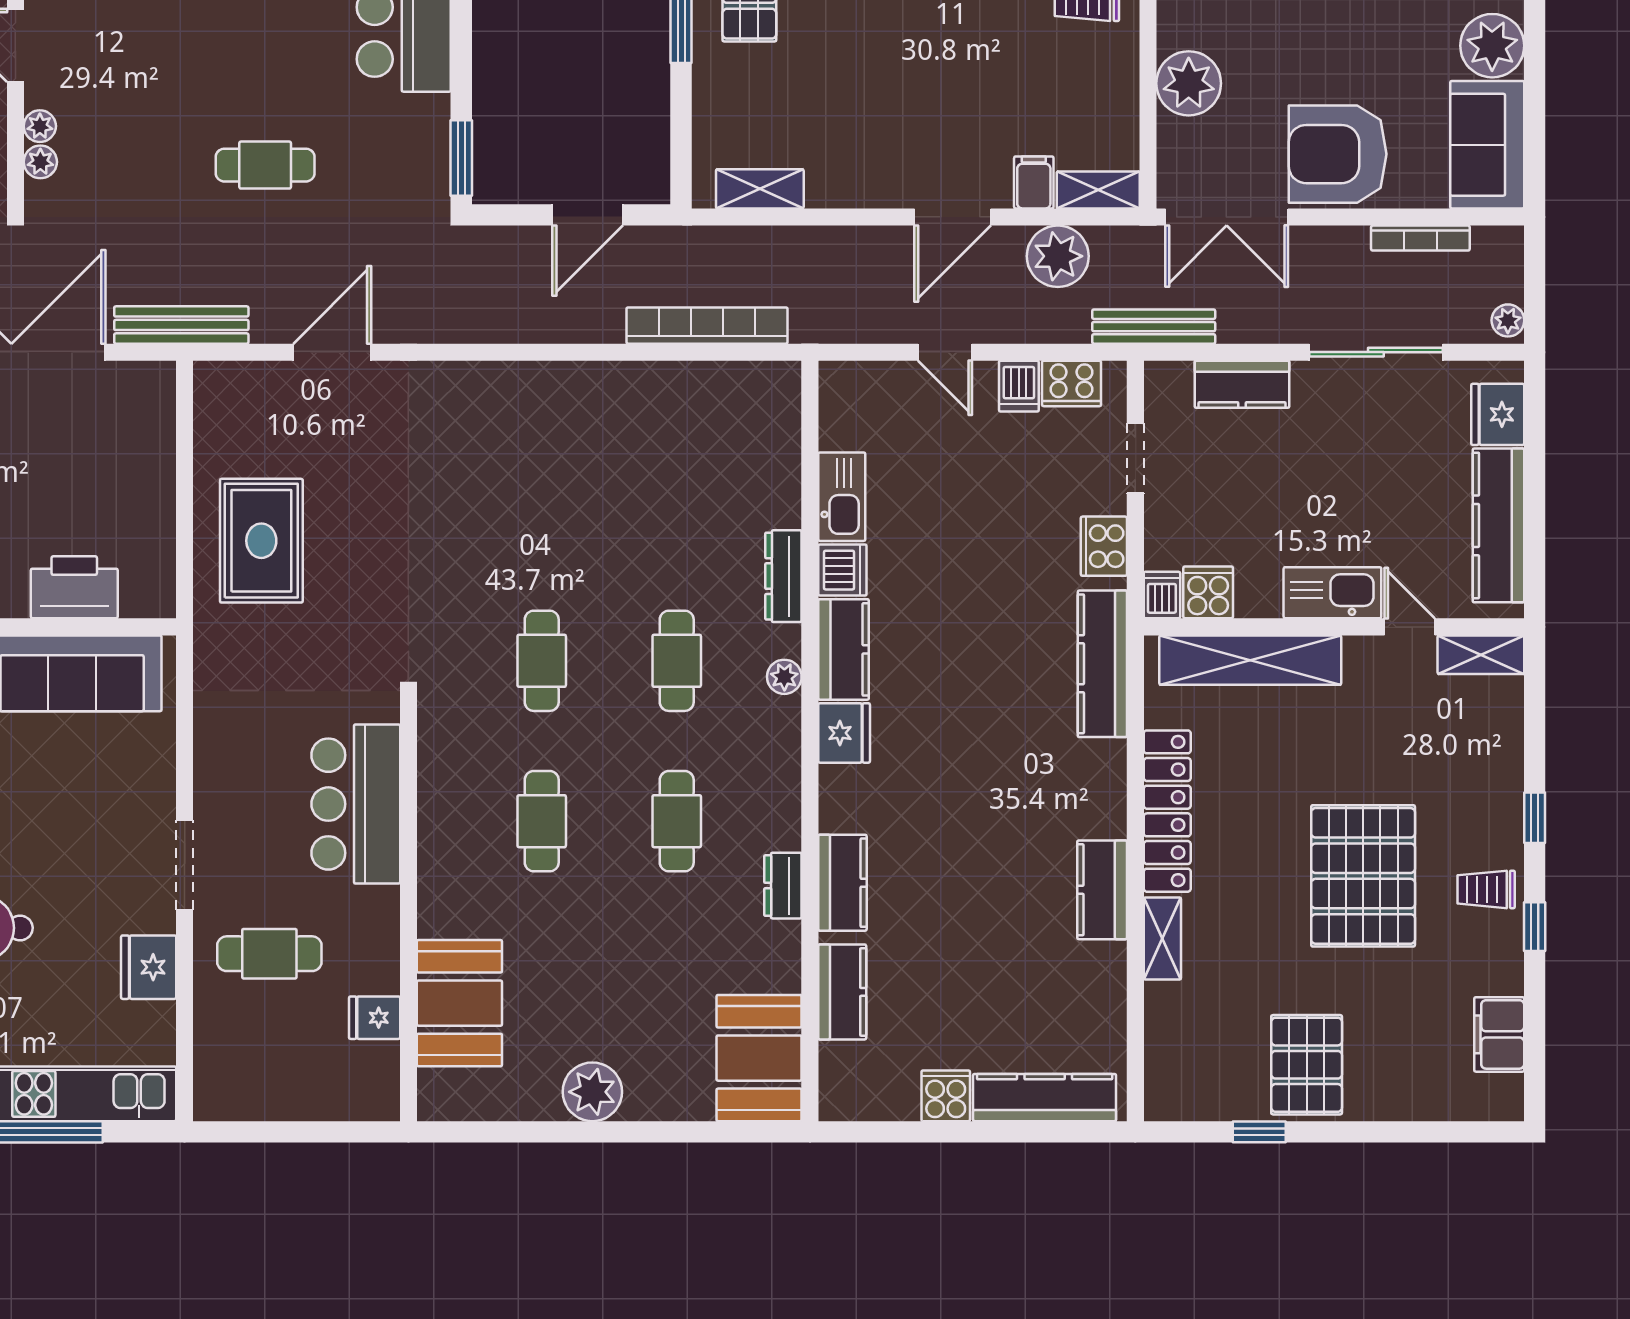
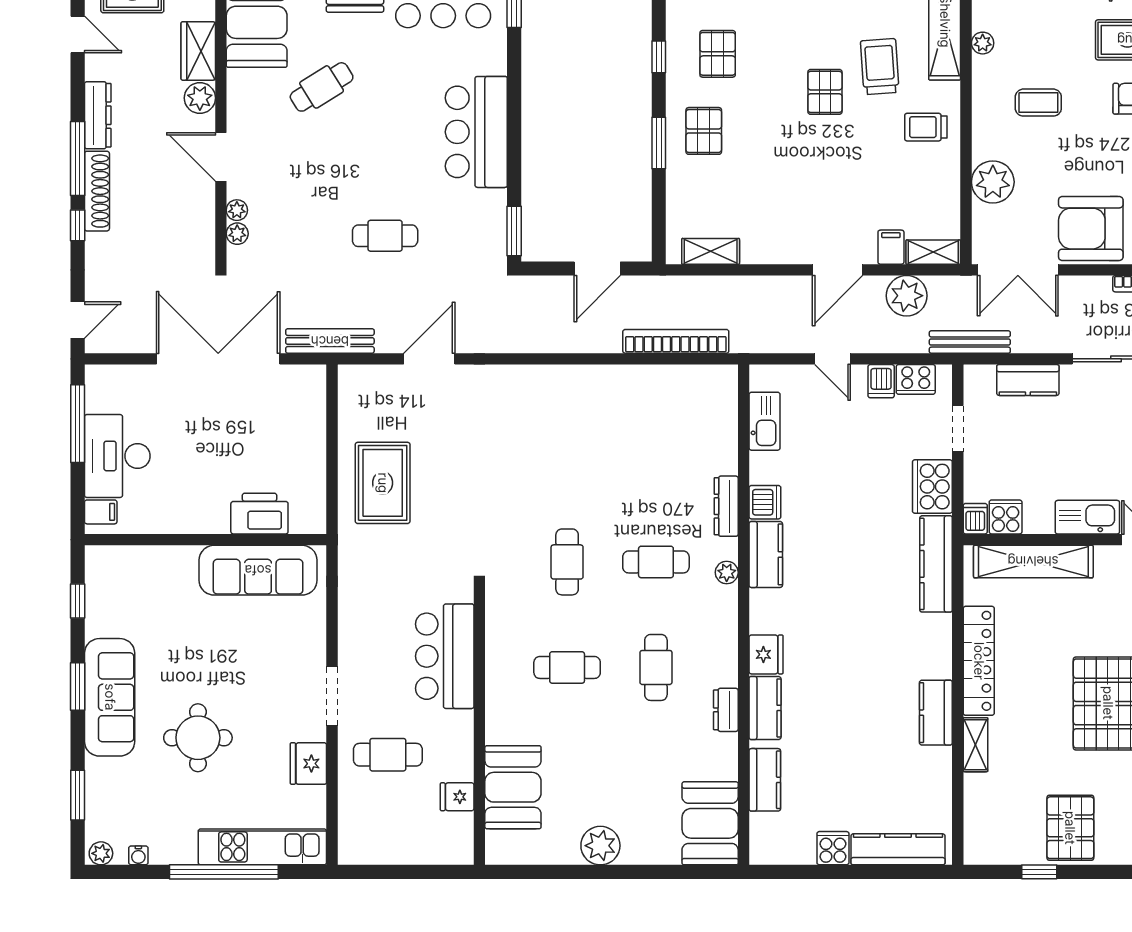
kitchen sink: (842, 497) -> (765, 421), moved
cooker: (1104, 546) -> (932, 487), width x1.37, depth x1.31
cafe table: (677, 661) -> (656, 562), turned 90
fridge: (844, 733) -> (766, 654), moved
cafe table: (542, 821) -> (567, 667), turned 90

